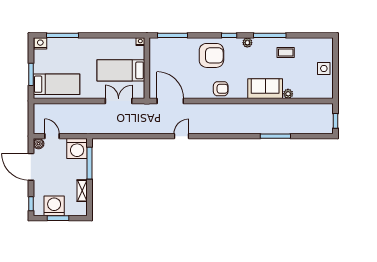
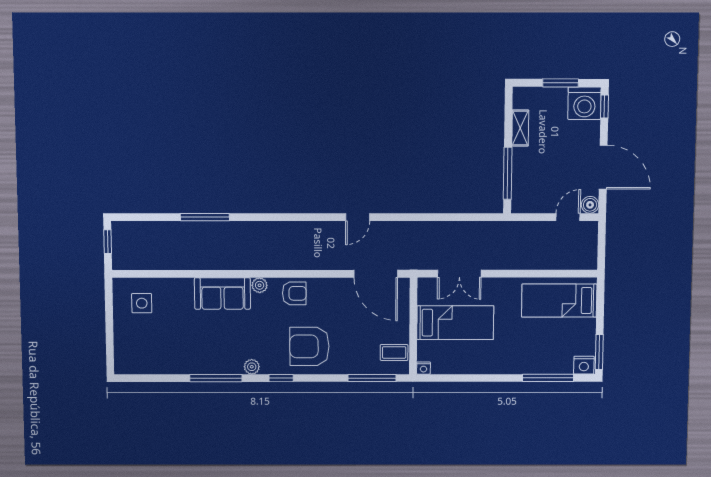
coffee table: (286, 53) -> (394, 352), moved
side table: (324, 68) -> (142, 303), moved
window: (31, 74) -> (599, 352), moved
armchair: (221, 89) -> (294, 293), turned 180
plant: (288, 94) -> (260, 285), moved
door: (52, 136) -> (568, 217), swing flipped
washing machine: (77, 149) -> (528, 197), removed
washing machine: (54, 206) -> (584, 103), moved

